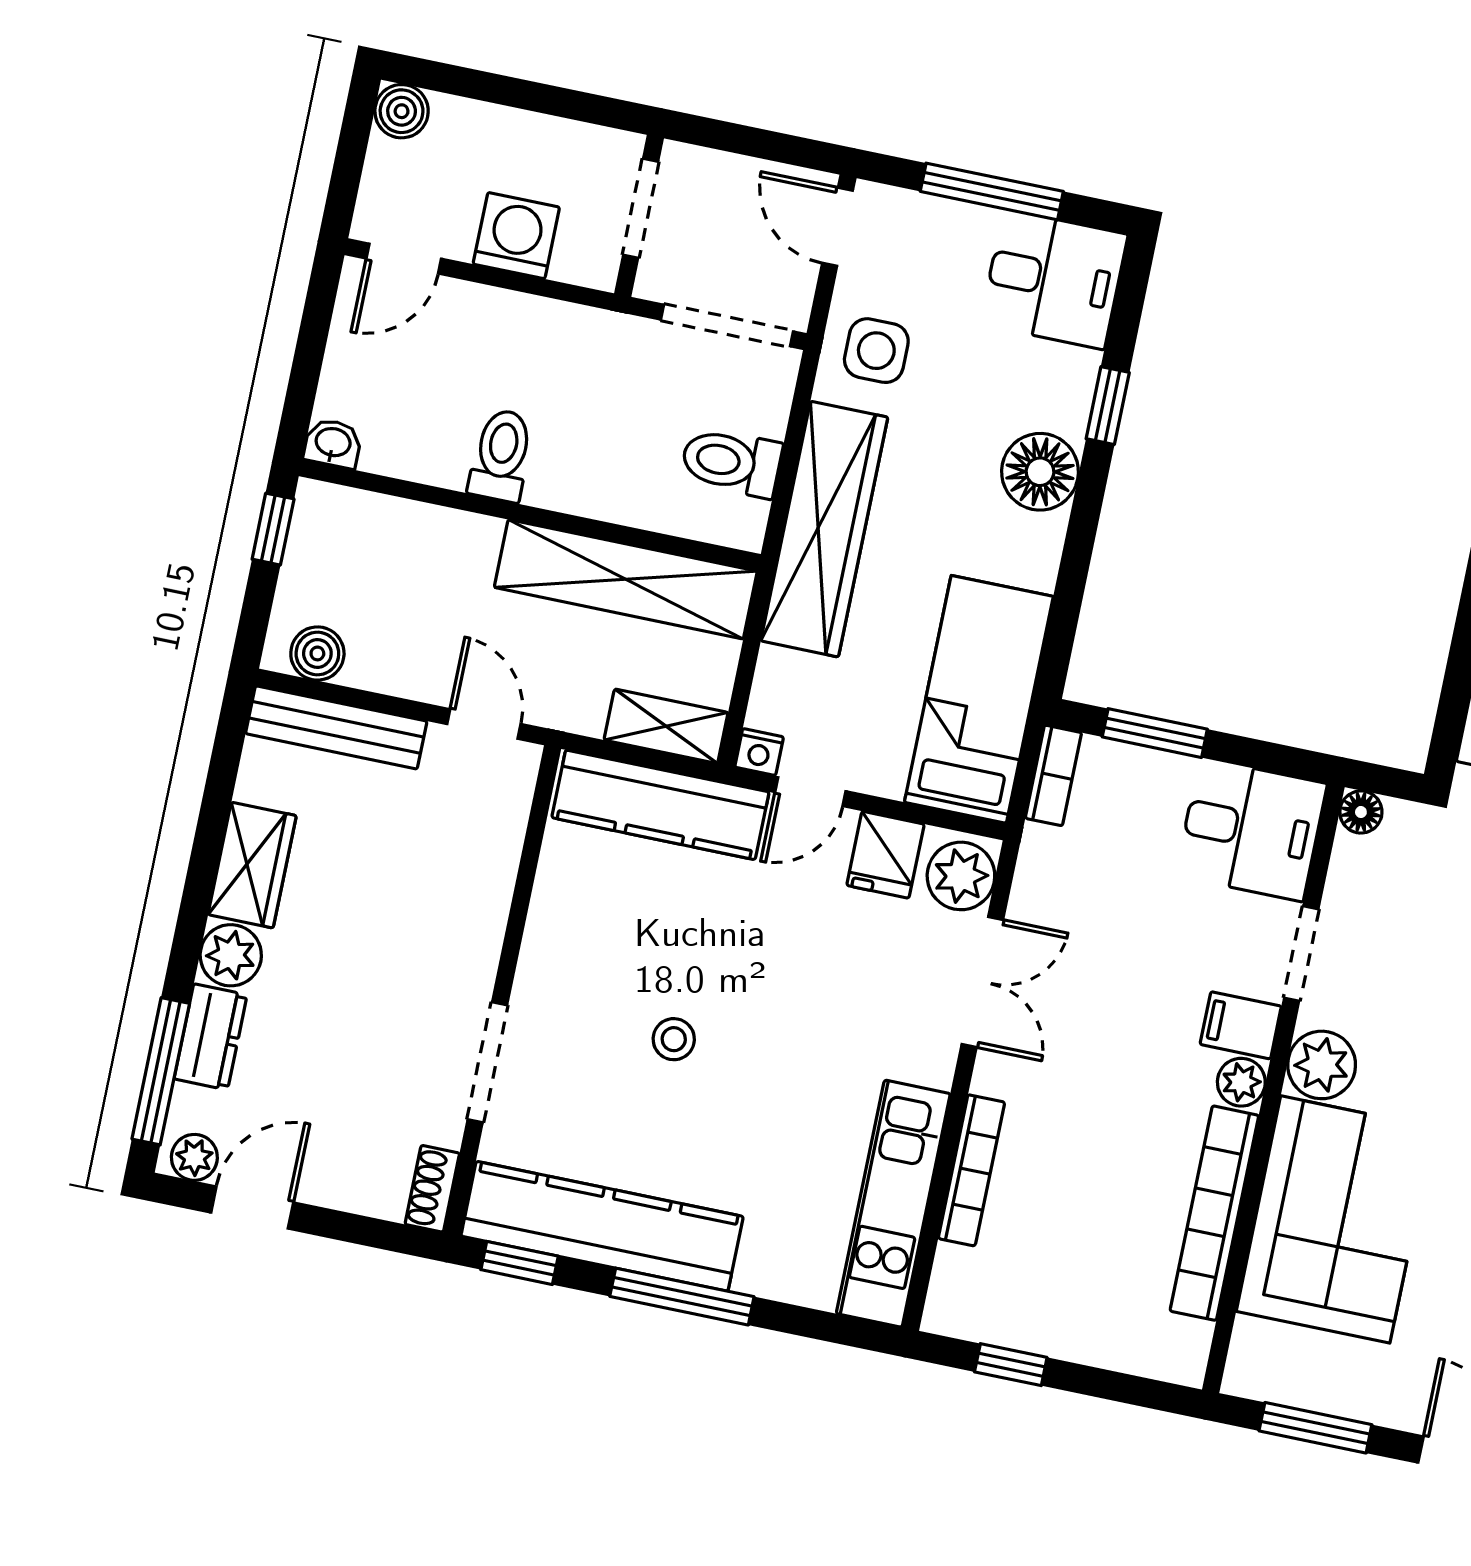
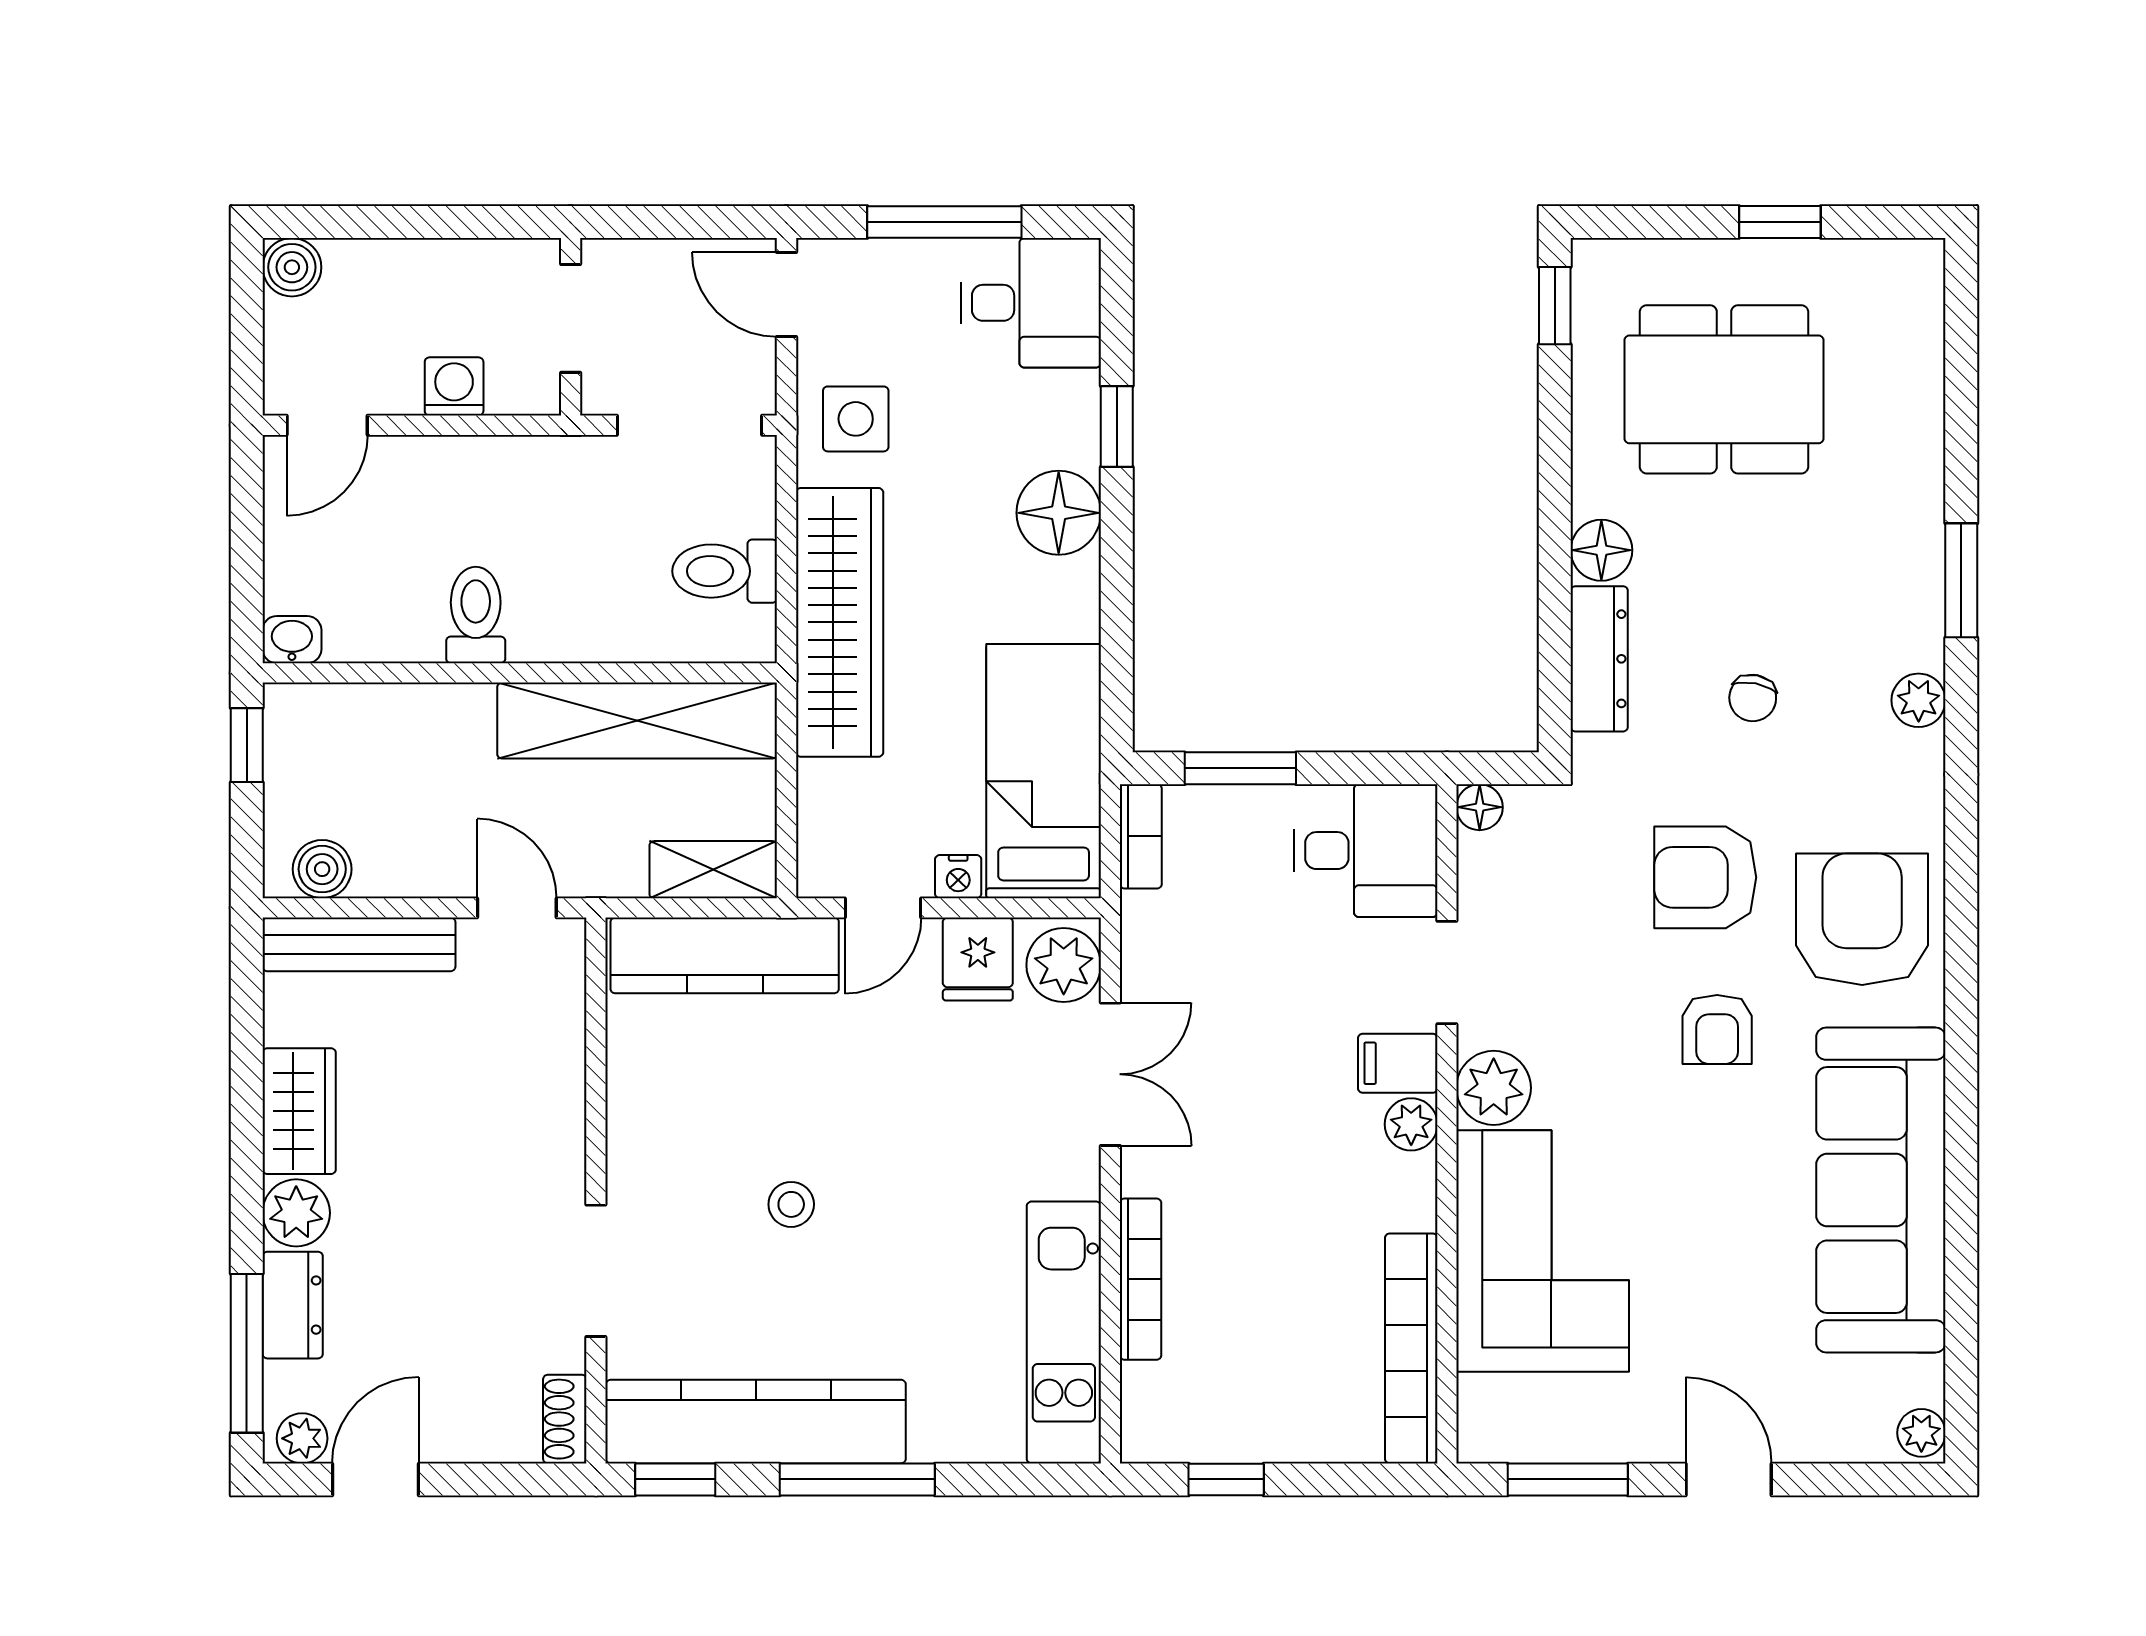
washing machine: (516, 236) -> (454, 386), width x0.73, depth x0.73
nightstand: (759, 752) -> (958, 877), moved
bookcase: (1214, 1213) -> (1411, 1348), moved

